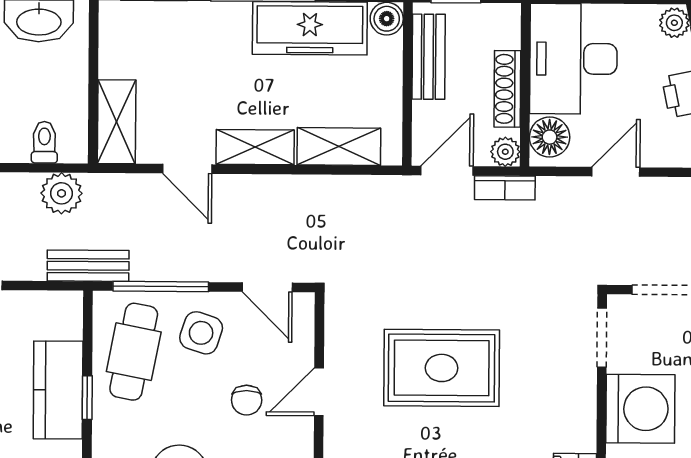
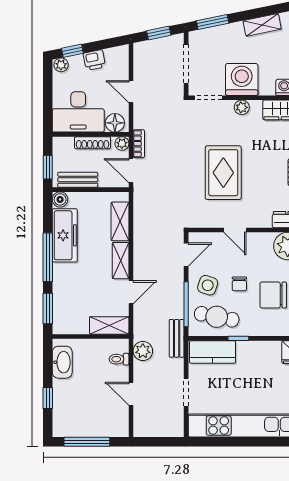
kitchen counter: (58, 390) -> (212, 352), moved
chair: (247, 400) -> (239, 284), moved, turned 90
plant: (581, 408) -> (242, 107), added

